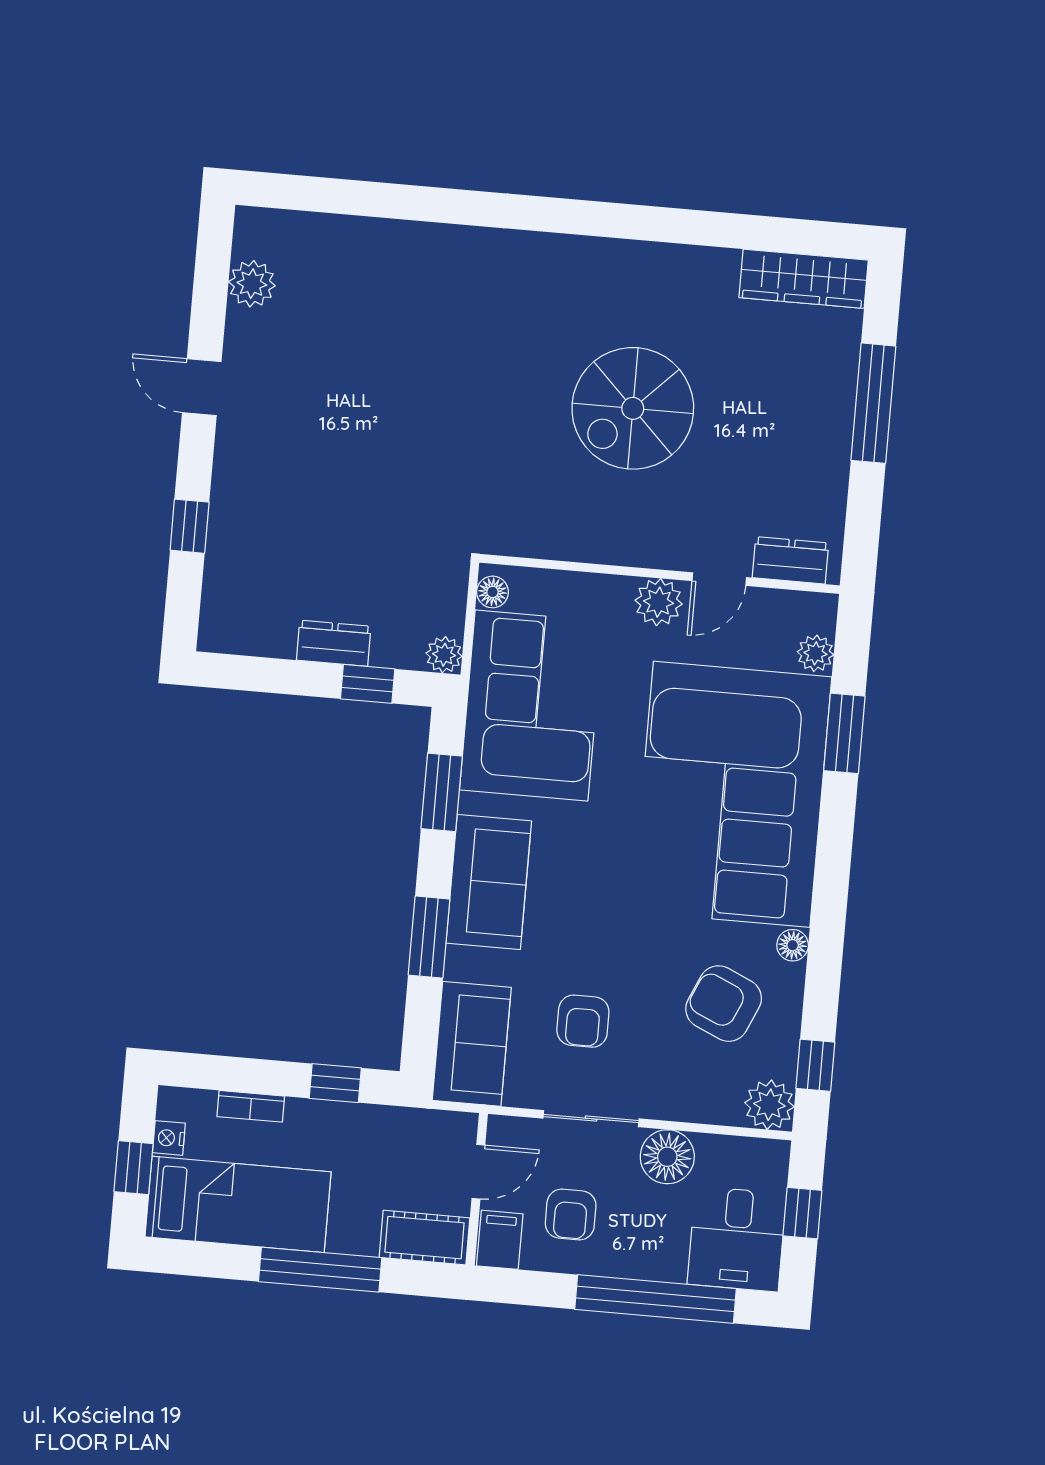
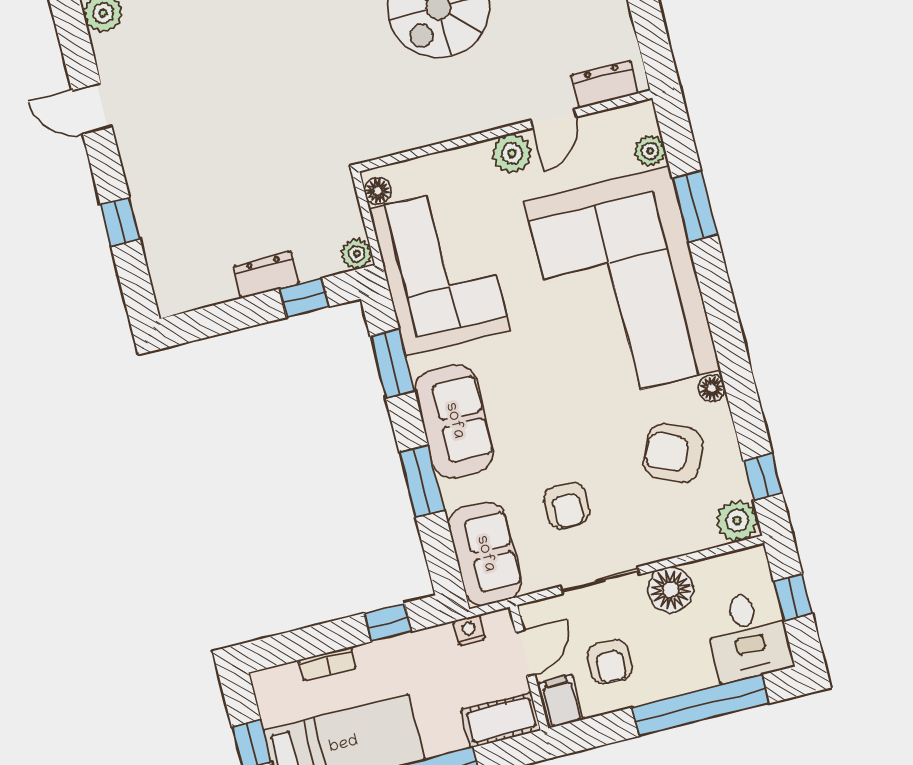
nightstand: (169, 1138) -> (469, 630), moved, turned 90

